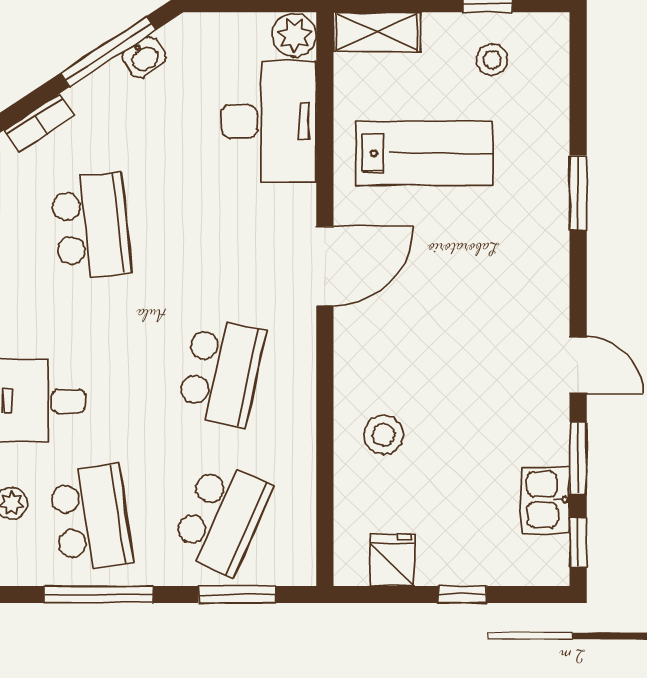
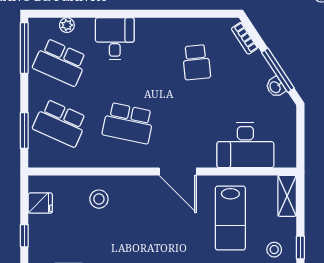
plant: (295, 35) -> (286, 157), removed
school desk: (91, 226) -> (196, 62), width x0.54
school desk: (91, 518) -> (60, 62), turned 33
window: (99, 594) -> (24, 48), moved

